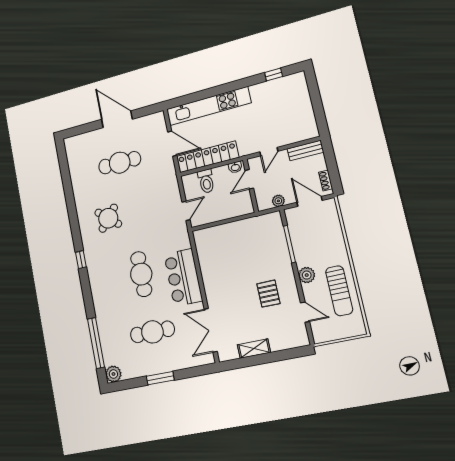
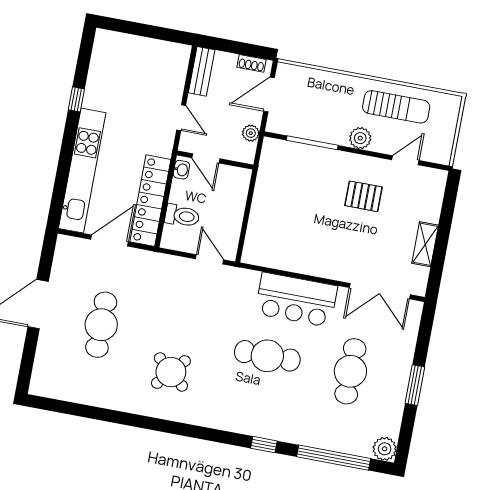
window: (274, 75) -> (76, 99), moved
window: (81, 260) -> (264, 445), moved

